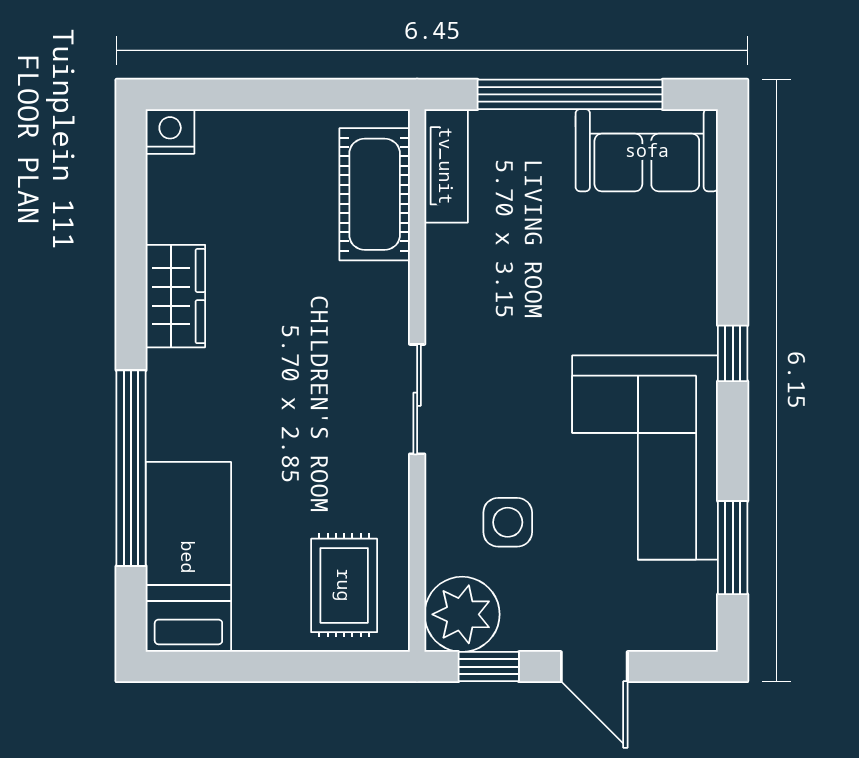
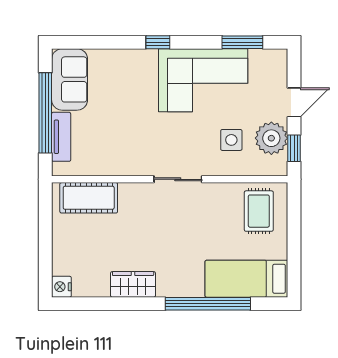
tv unit: (446, 166) -> (61, 137), moved, turned 90
rug: (344, 585) -> (259, 211), turned 90
plant: (462, 614) -> (271, 138), moved

